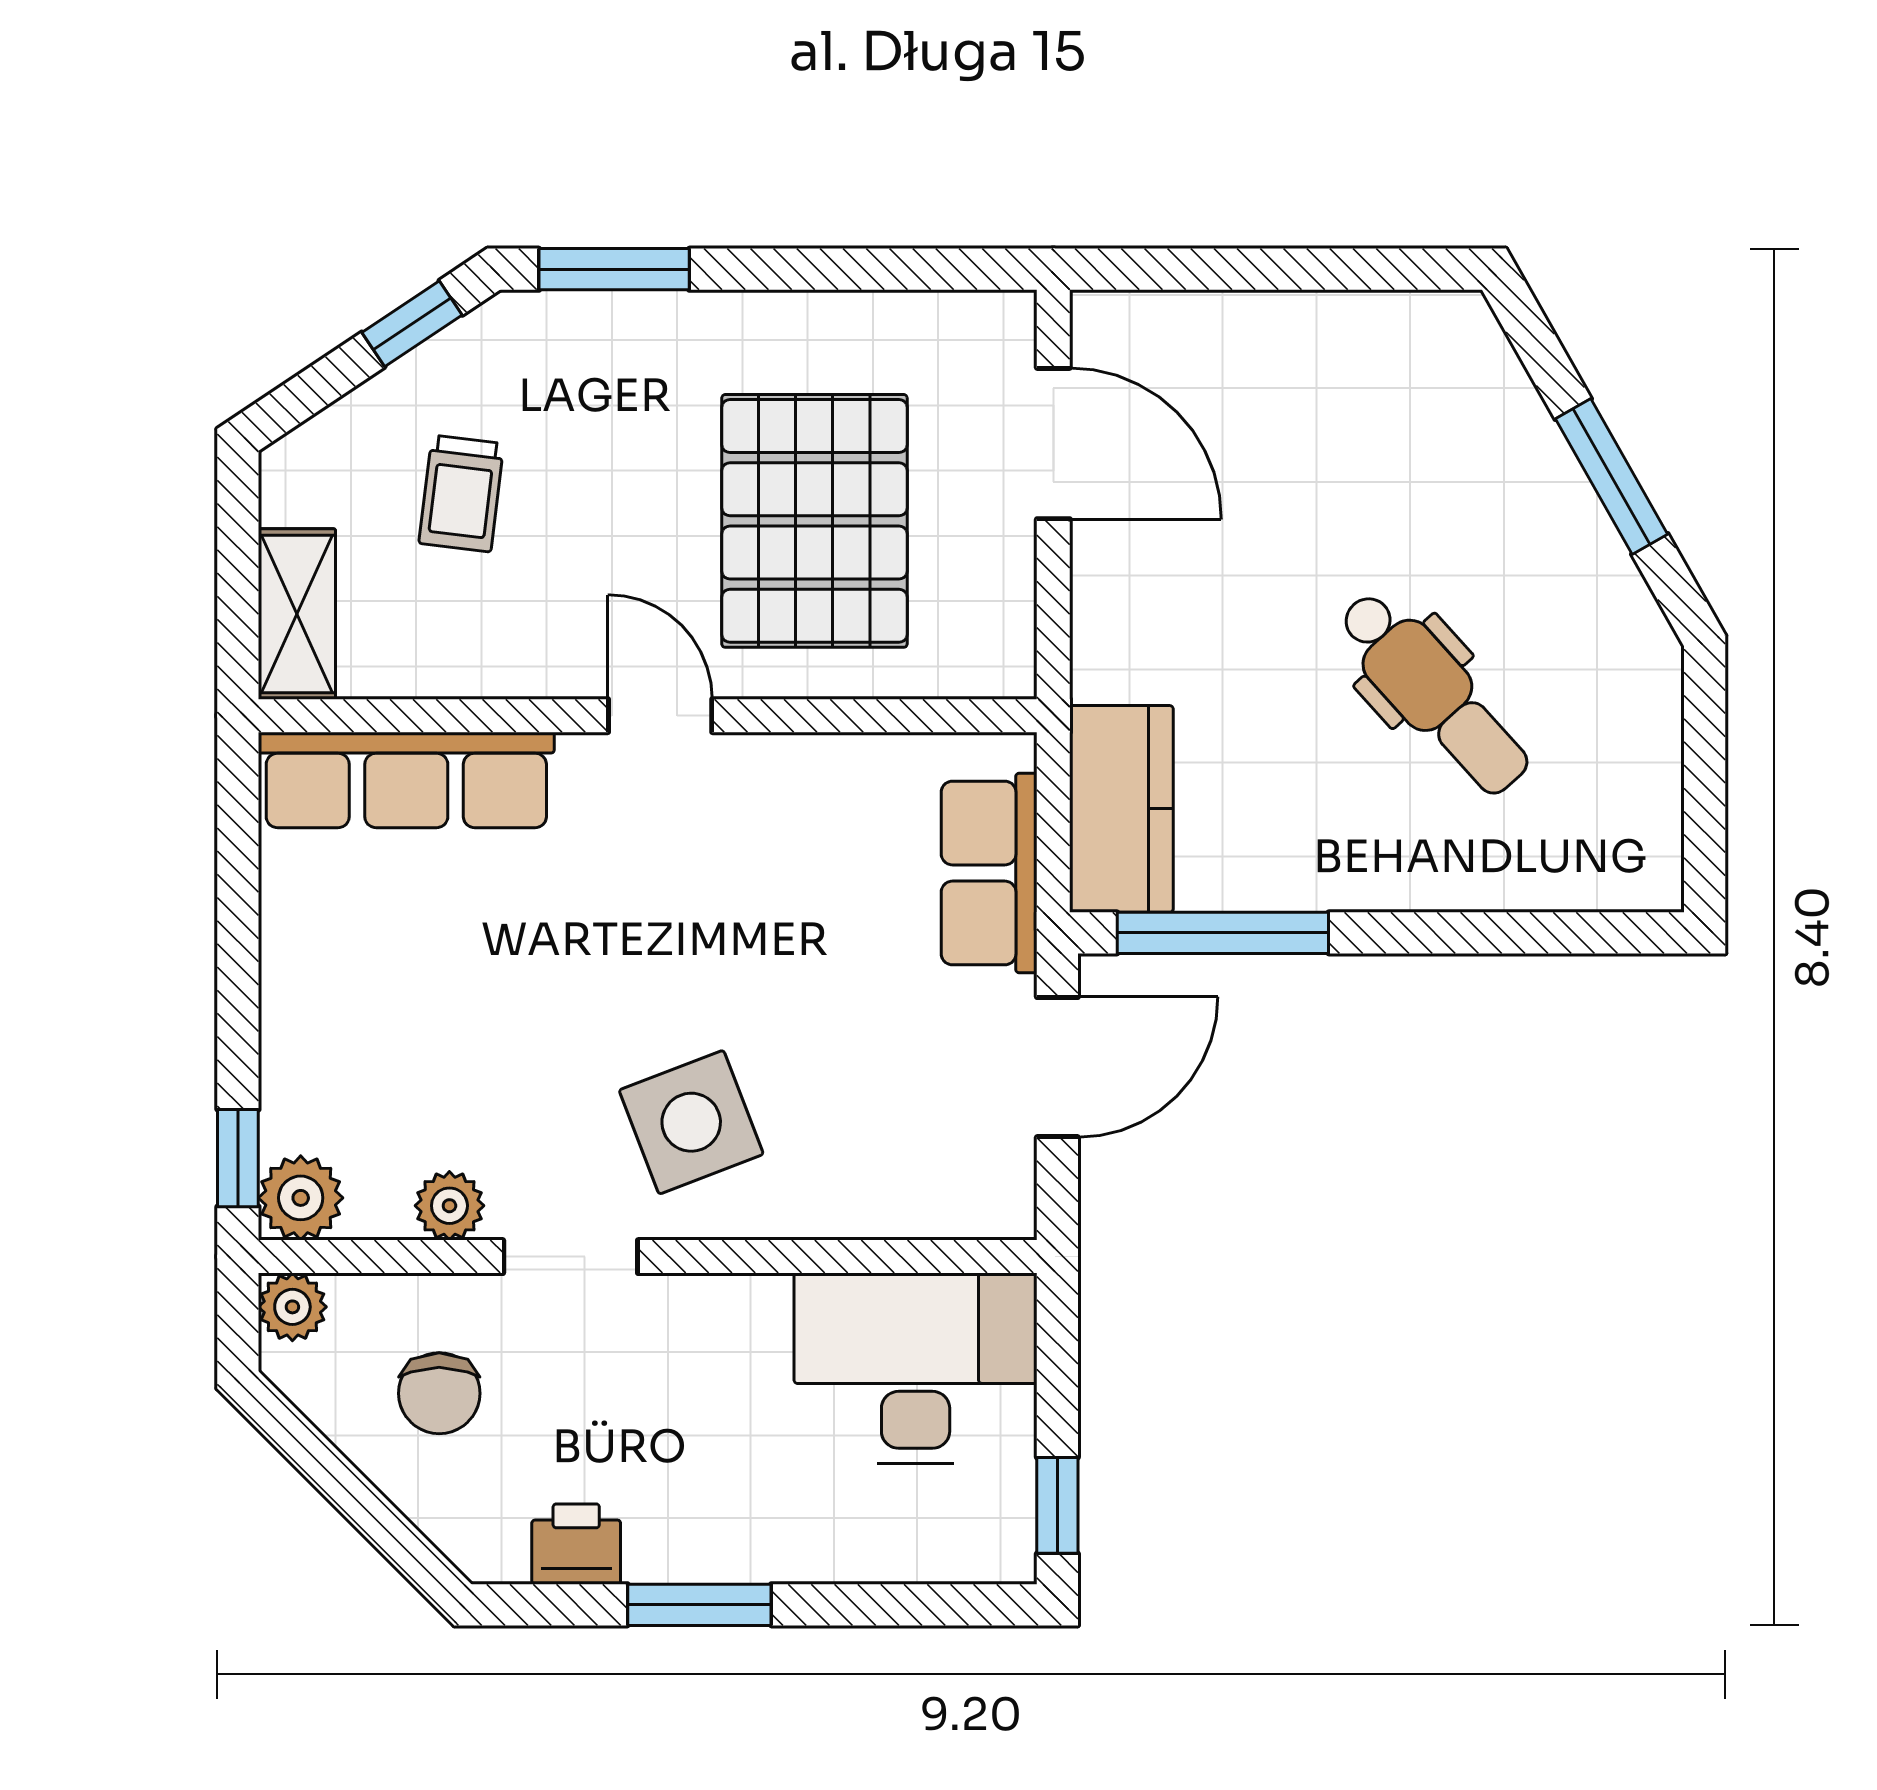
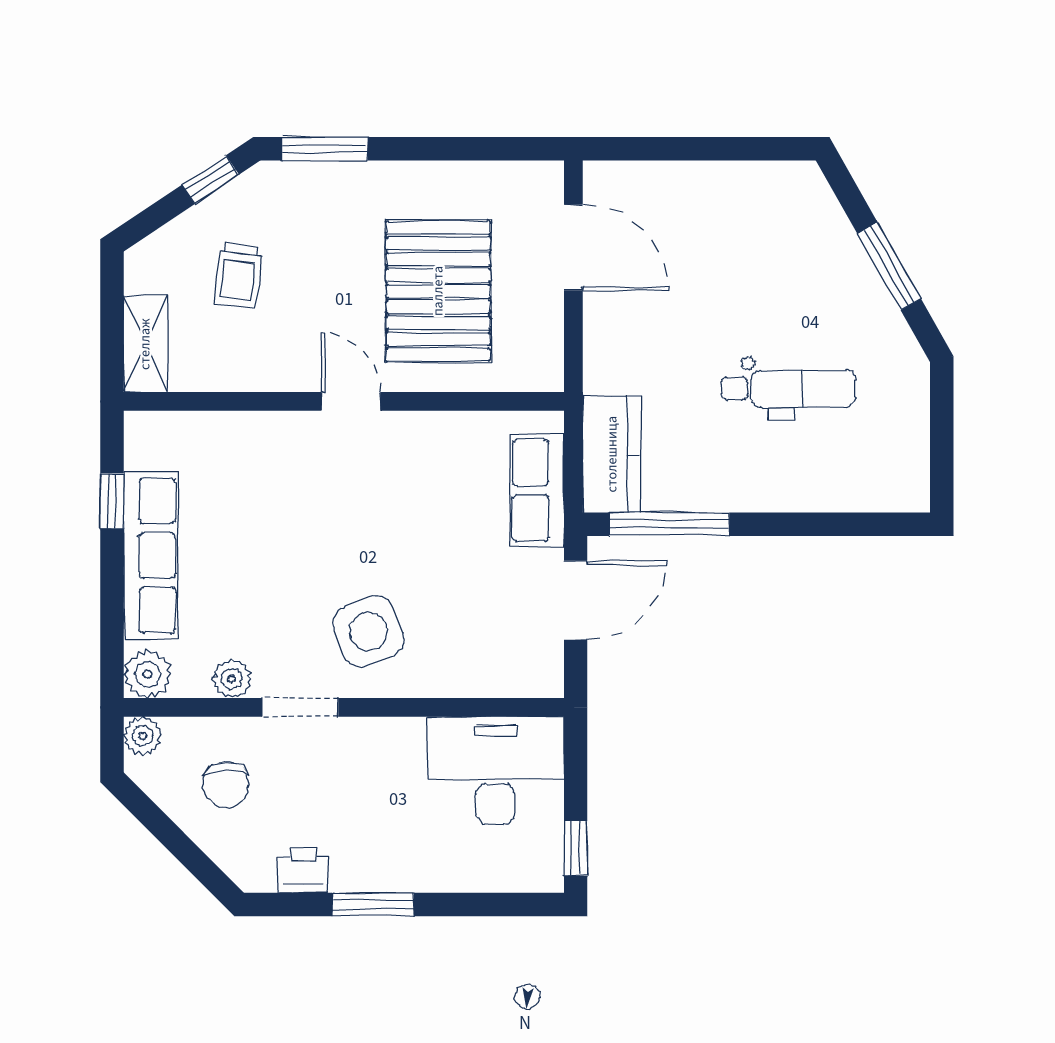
dental chair: (1433, 693) -> (788, 389), turned -48
row of seats: (406, 780) -> (151, 555), moved, turned -90
window: (238, 1158) -> (112, 501), moved

